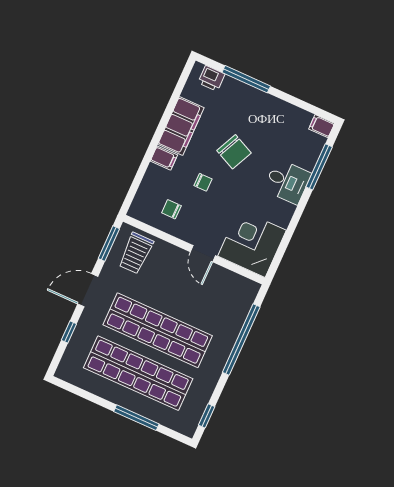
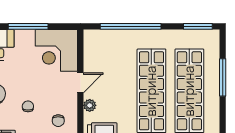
window: (294, 223) -> (28, 26), added
plant: (173, 253) -> (90, 105), added
window: (207, 416) -> (198, 26), width x1.50

